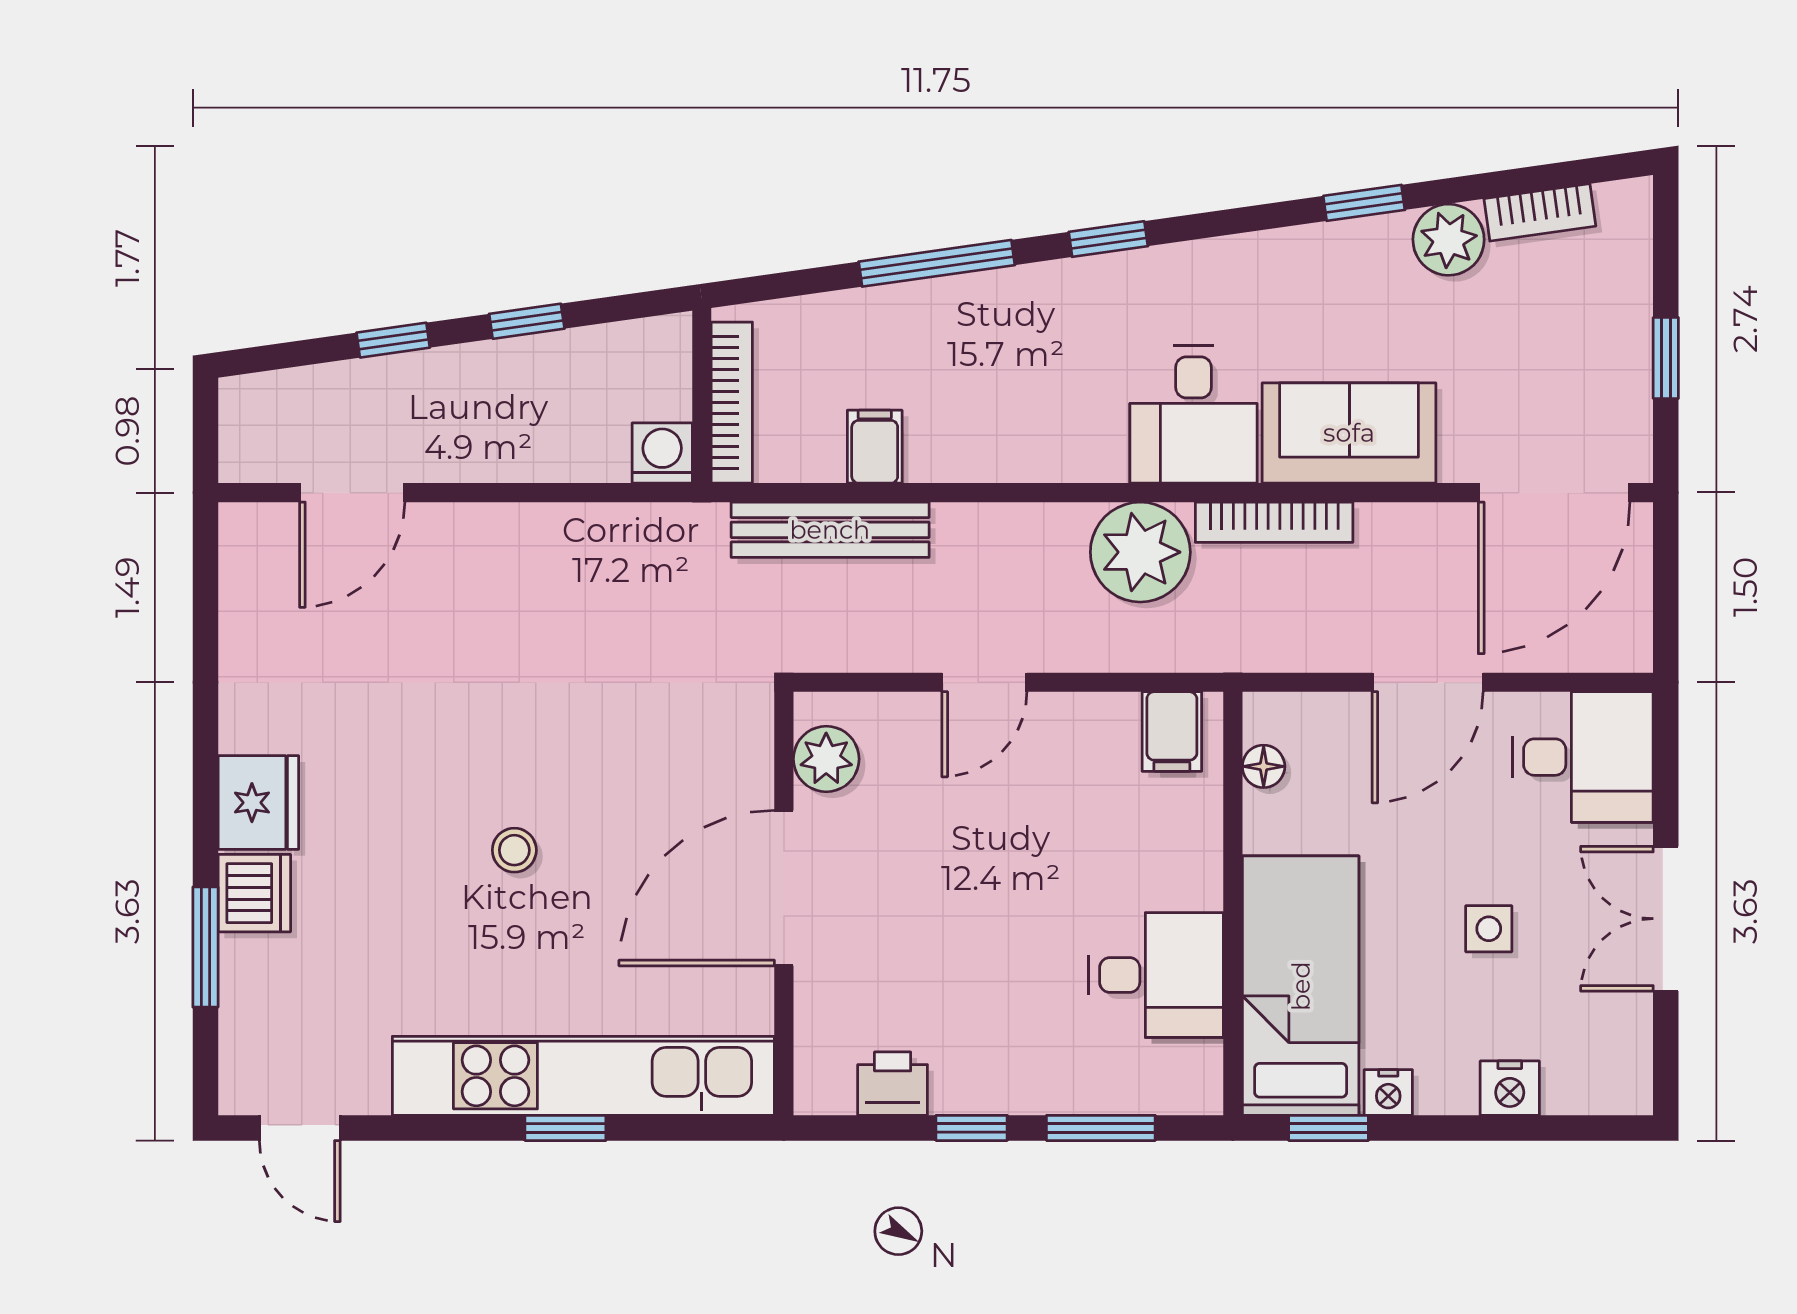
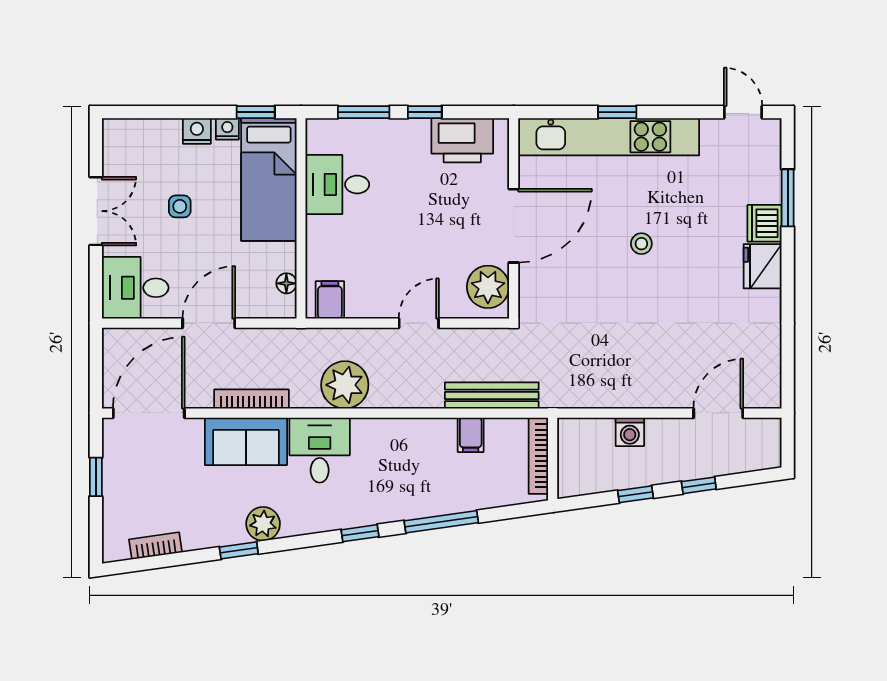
plant: (1449, 240) -> (263, 524), moved
washing machine: (662, 453) -> (630, 432), moved
bookcase: (1274, 522) -> (251, 399), moved
plant: (826, 759) -> (488, 287), width x1.36, depth x1.36
printer: (893, 1084) -> (462, 140), width x1.87, depth x1.48
nightstand: (1510, 1088) -> (197, 131), moved

